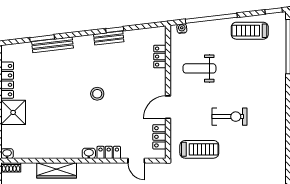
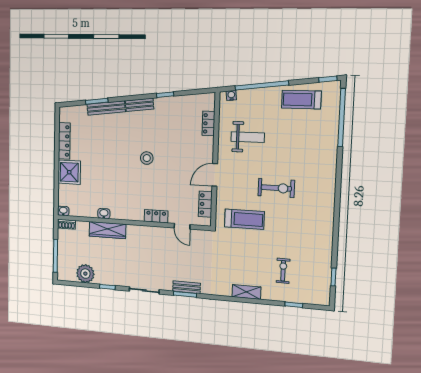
bench: (109, 38) -> (139, 105), moved
weight bench: (199, 68) -> (248, 137), turned 180
washbasin: (89, 153) -> (104, 214), moved

